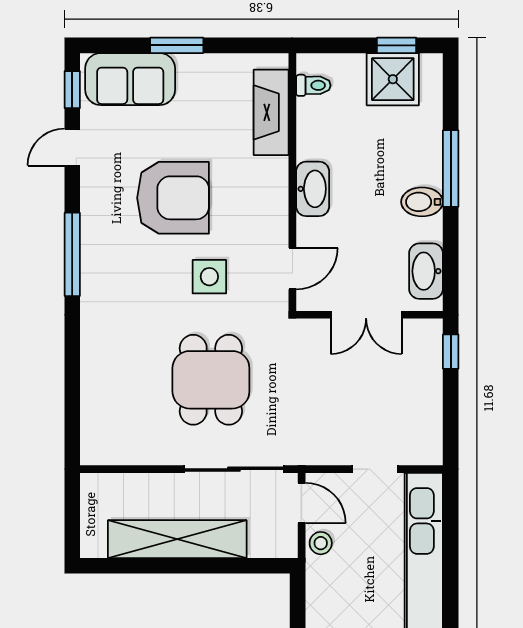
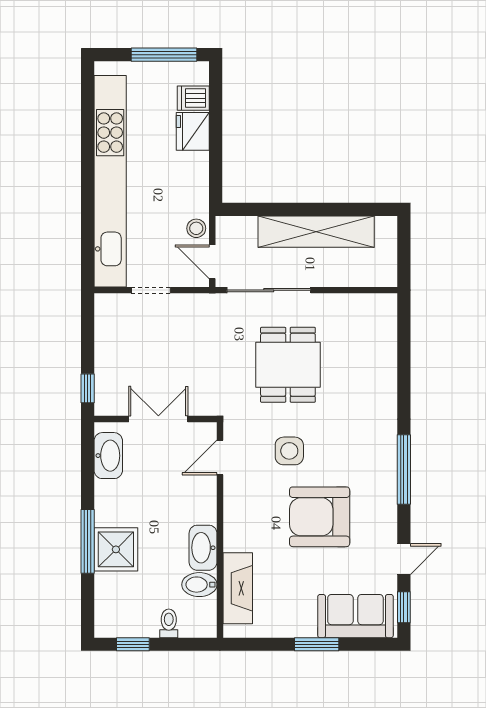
shower: (393, 79) -> (116, 549), moved
toilet: (313, 85) -> (169, 623), moved, turned 90
washbasin: (313, 189) -> (203, 548), moved
bidet: (422, 202) -> (199, 585), moved, turned 180

